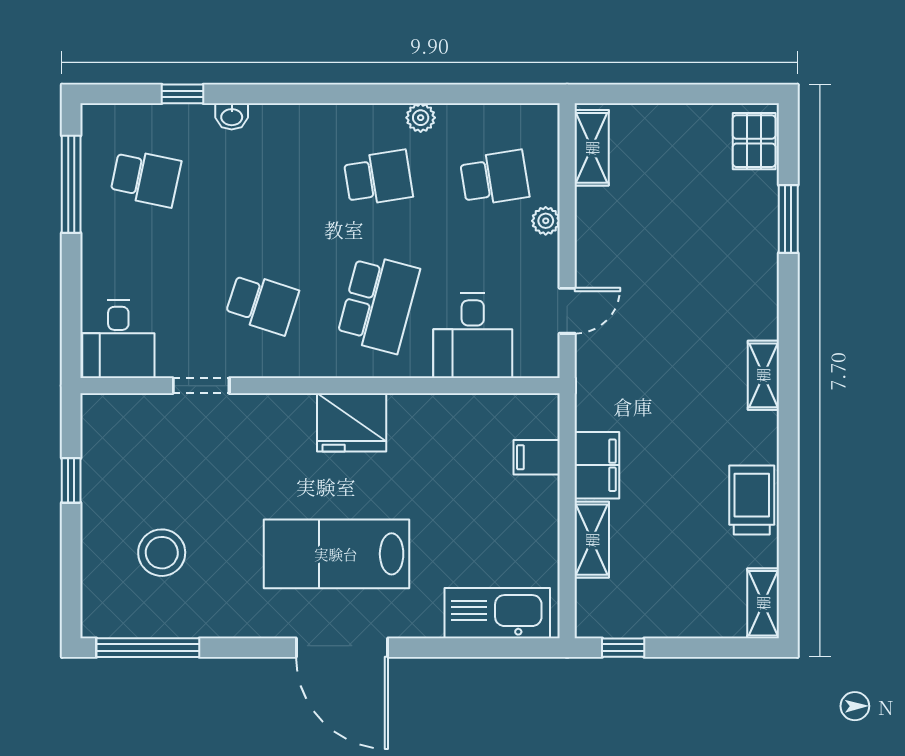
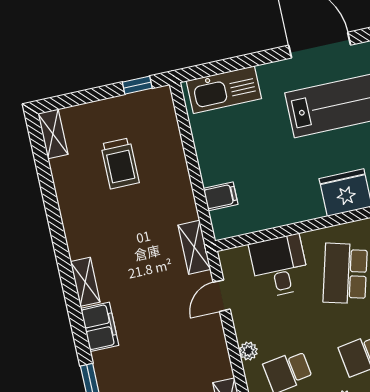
filing cabinet: (597, 465) -> (100, 327), moved, turned 180
trolley: (752, 500) -> (120, 163), moved
shelving: (592, 540) -> (194, 247), moved

